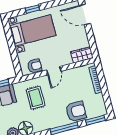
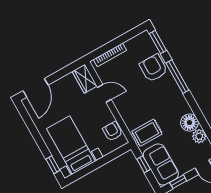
window: (32, 9) -> (53, 165), moved
door: (54, 71) -> (104, 93), moved
rug: (36, 98) -> (147, 133), moved

